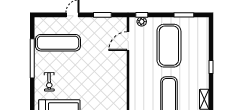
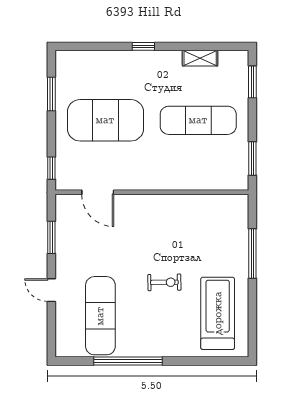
plant: (142, 22) -> (63, 168), removed
exercise bike: (49, 82) -> (164, 282), moved

